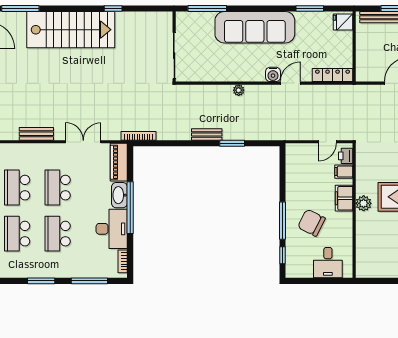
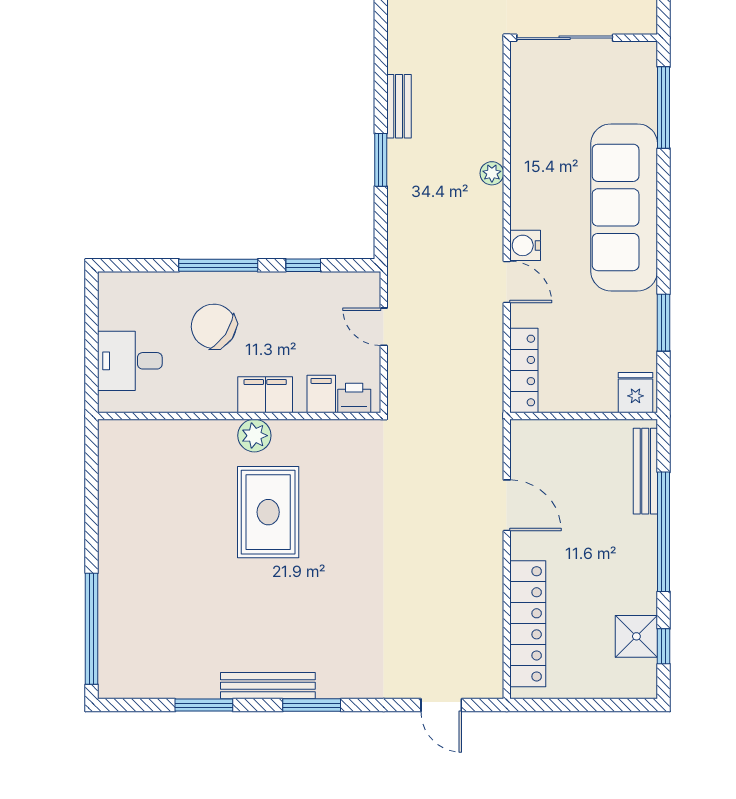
door: (327, 142) -> (384, 327), moved
chair: (311, 223) -> (214, 326), turned -83
window: (282, 255) -> (303, 265), moved

